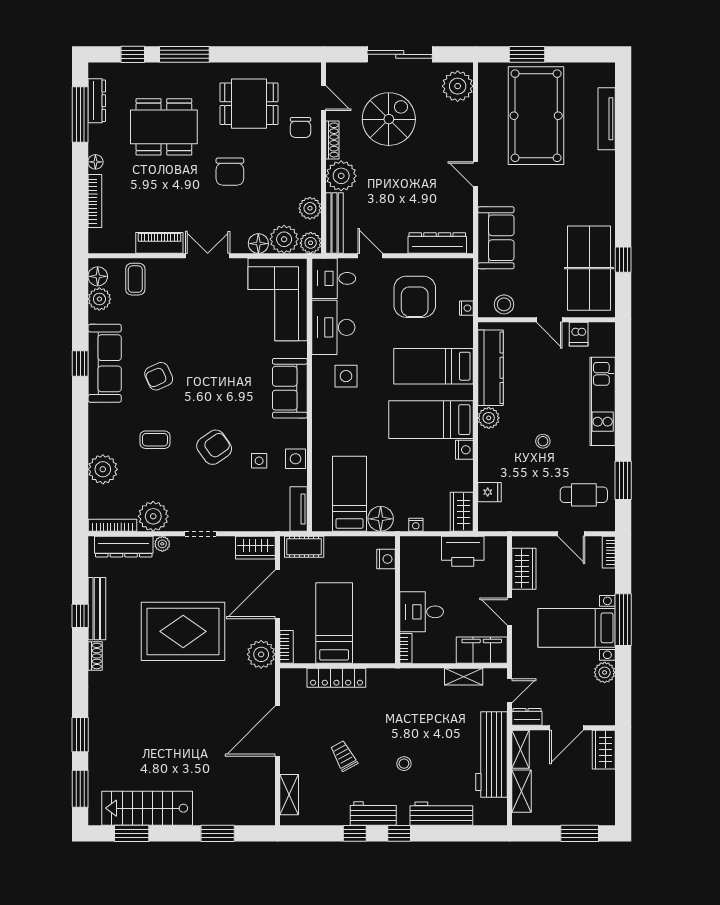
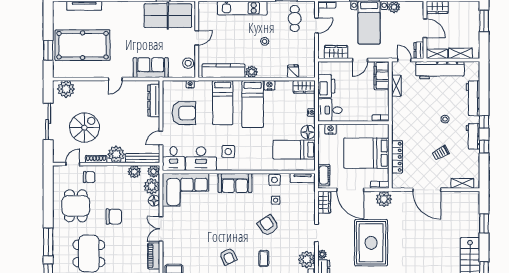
spiral stairs: (389, 119) -> (84, 128), turned 90
dishwasher: (579, 334) -> (205, 21), removed
desk: (422, 612) -> (330, 110), moved, turned 90
bed: (334, 623) -> (366, 153), width x1.50

